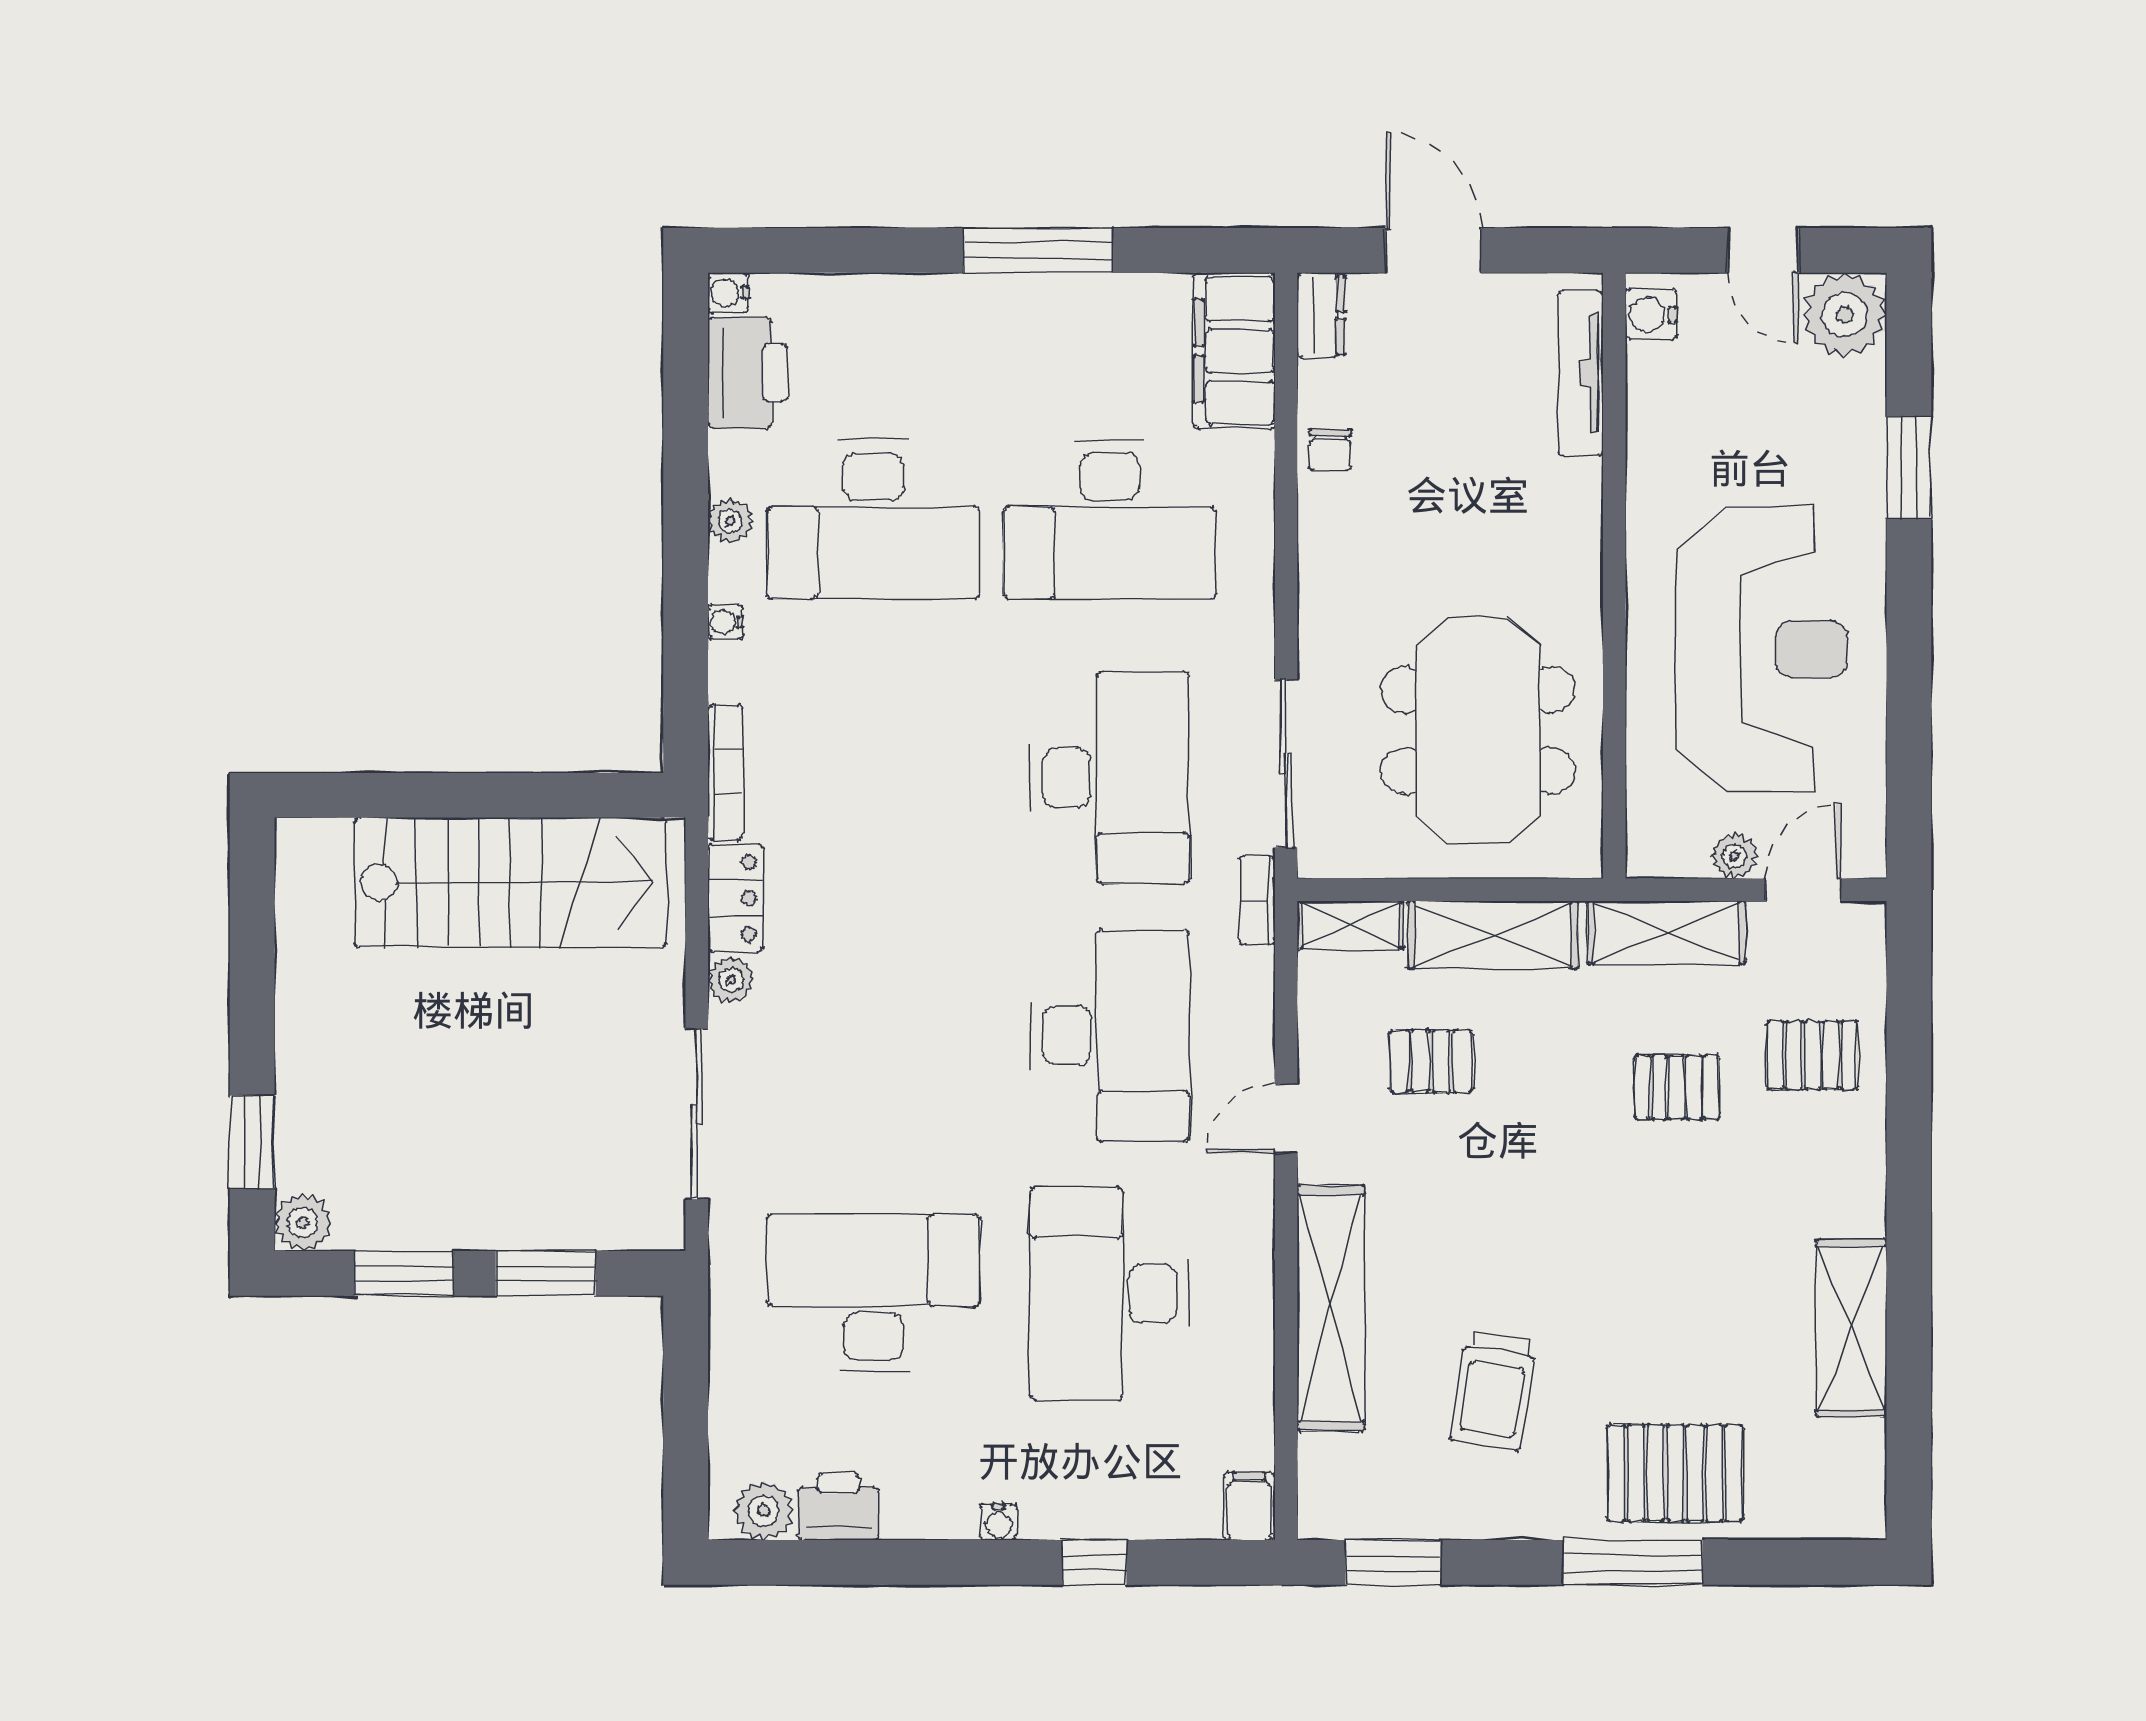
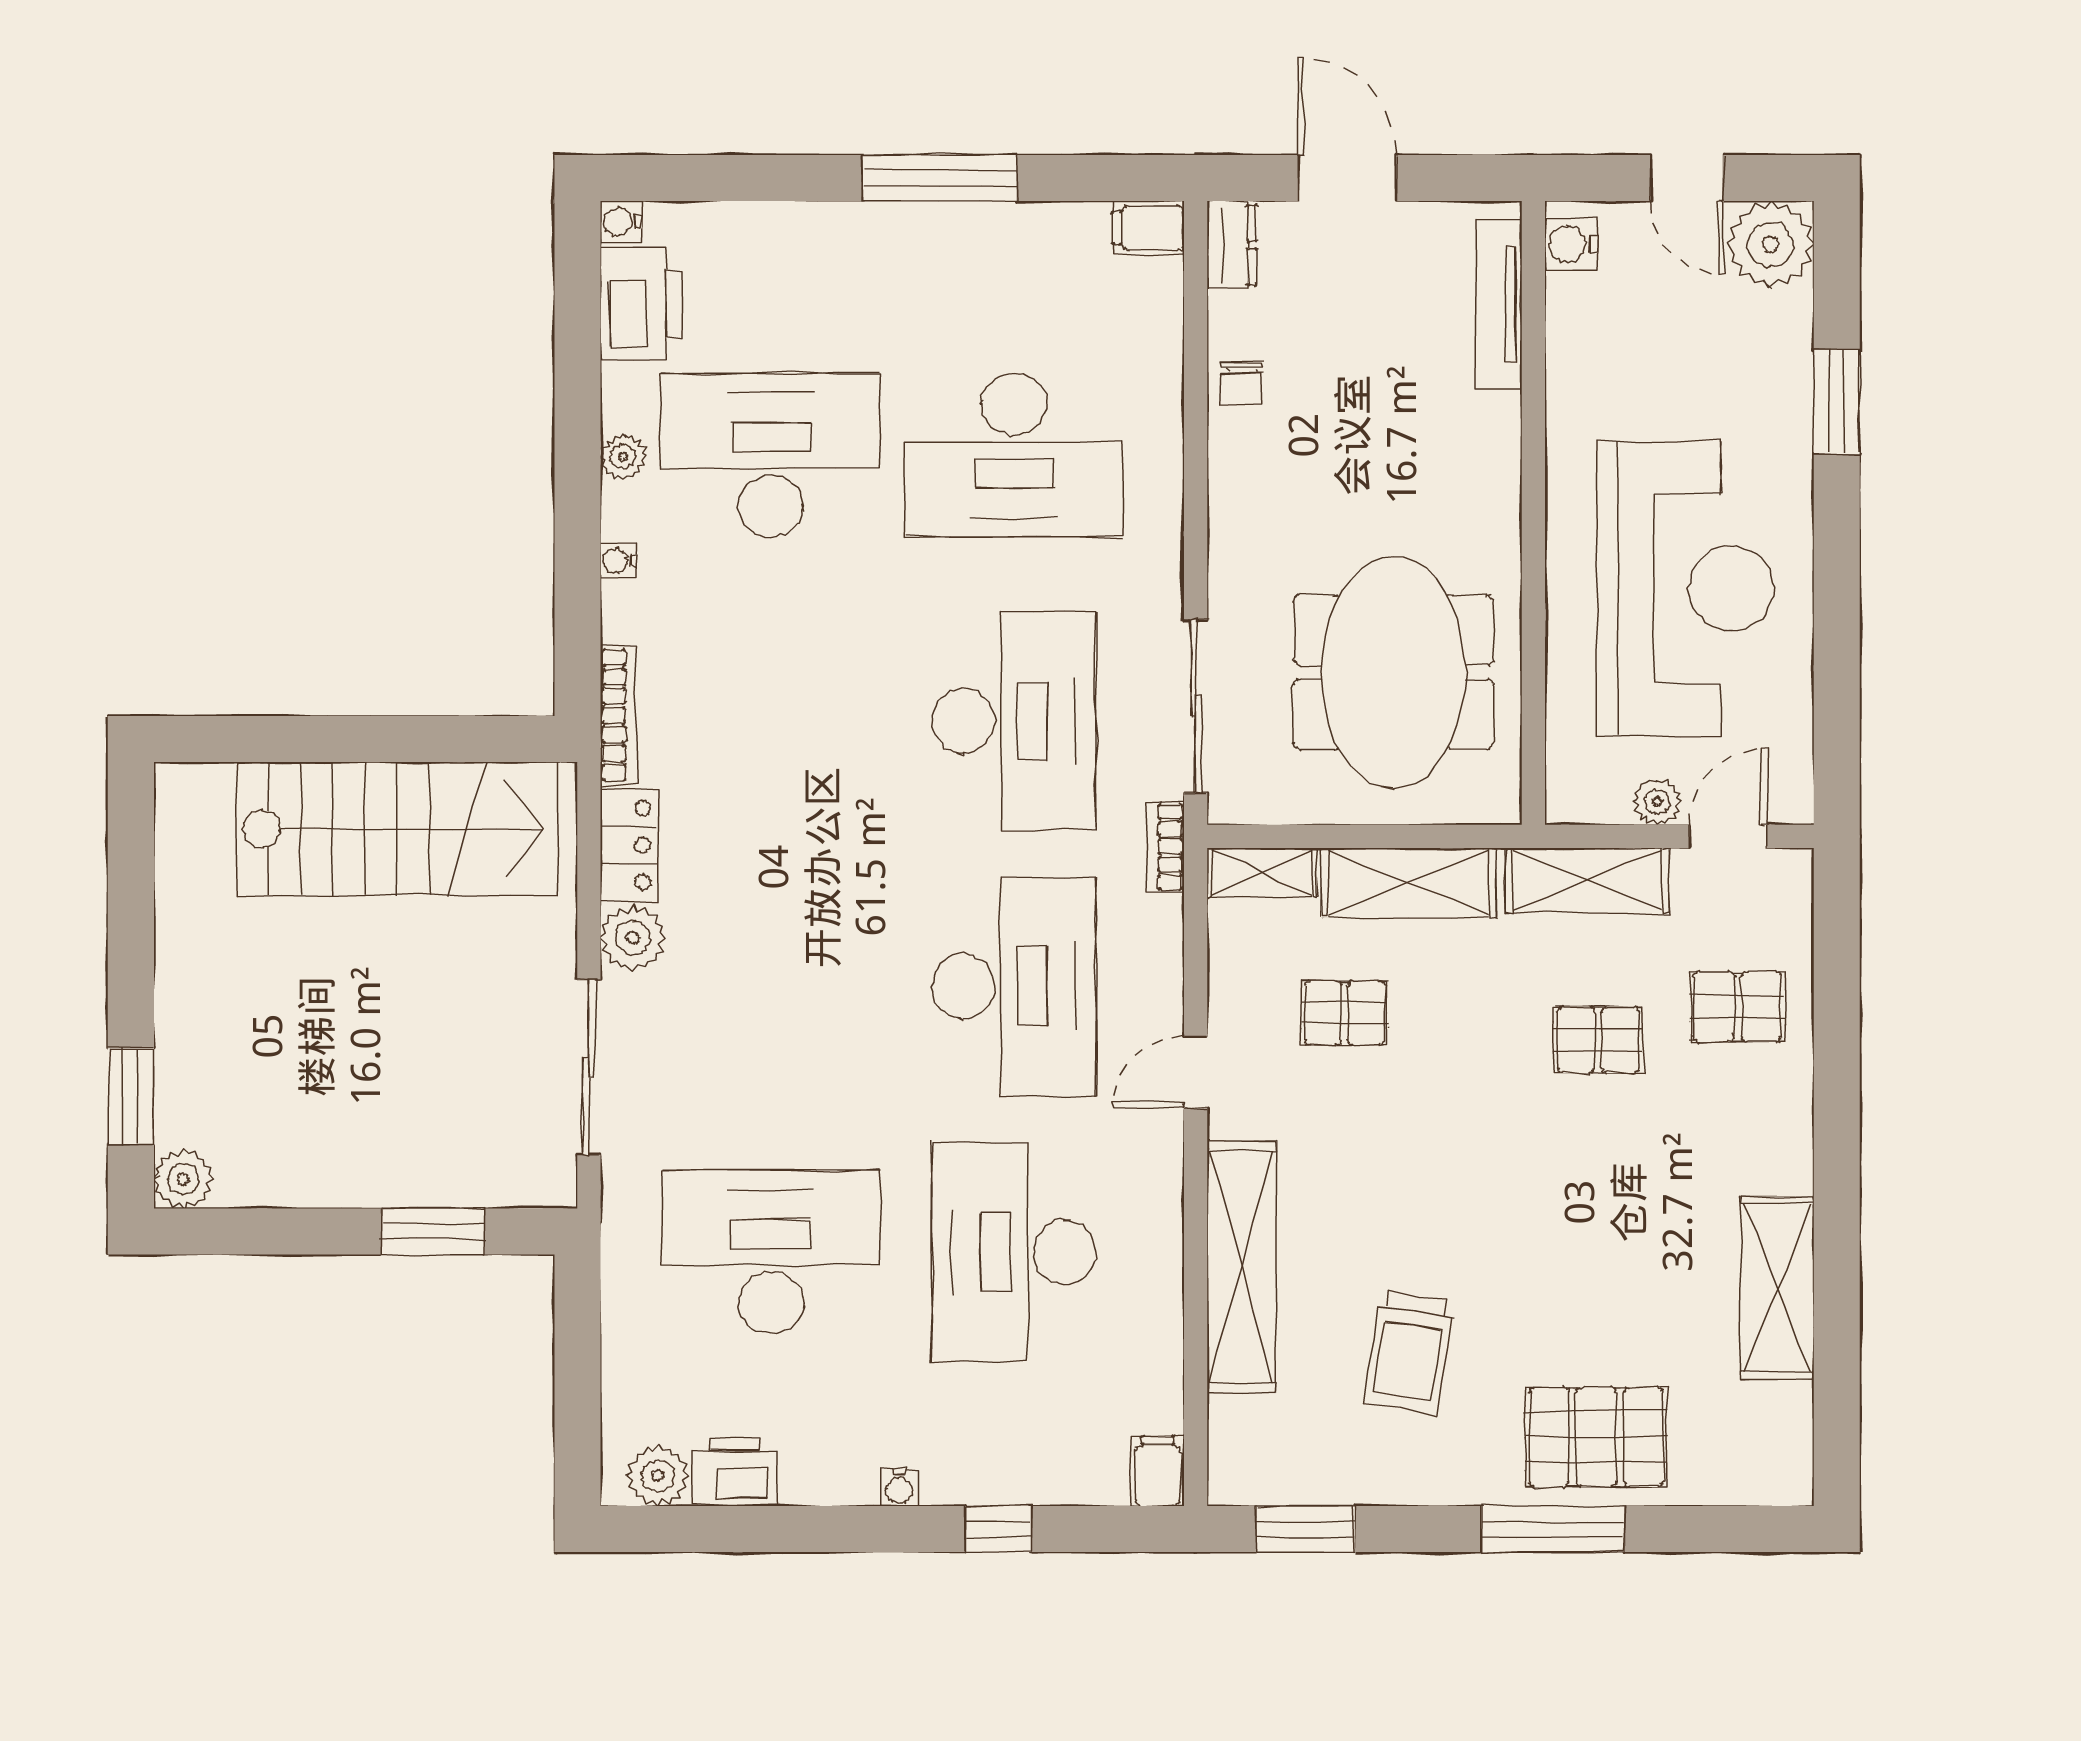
filing cabinet: (1234, 351) -> (1148, 228), width x0.33, depth x0.86
desk: (873, 519) -> (771, 455), turned 180
plant: (731, 980) -> (633, 938), width x1.38, depth x1.38
window: (404, 1273) -> (287, 1231), removed

